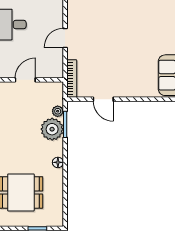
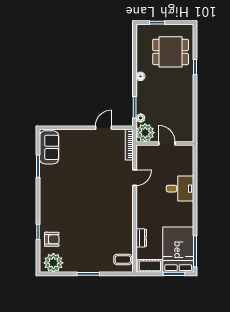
door: (25, 80) -> (167, 143), swing flipped
door: (103, 99) -> (103, 128), hinge flipped
plant: (52, 129) -> (145, 133), moved

